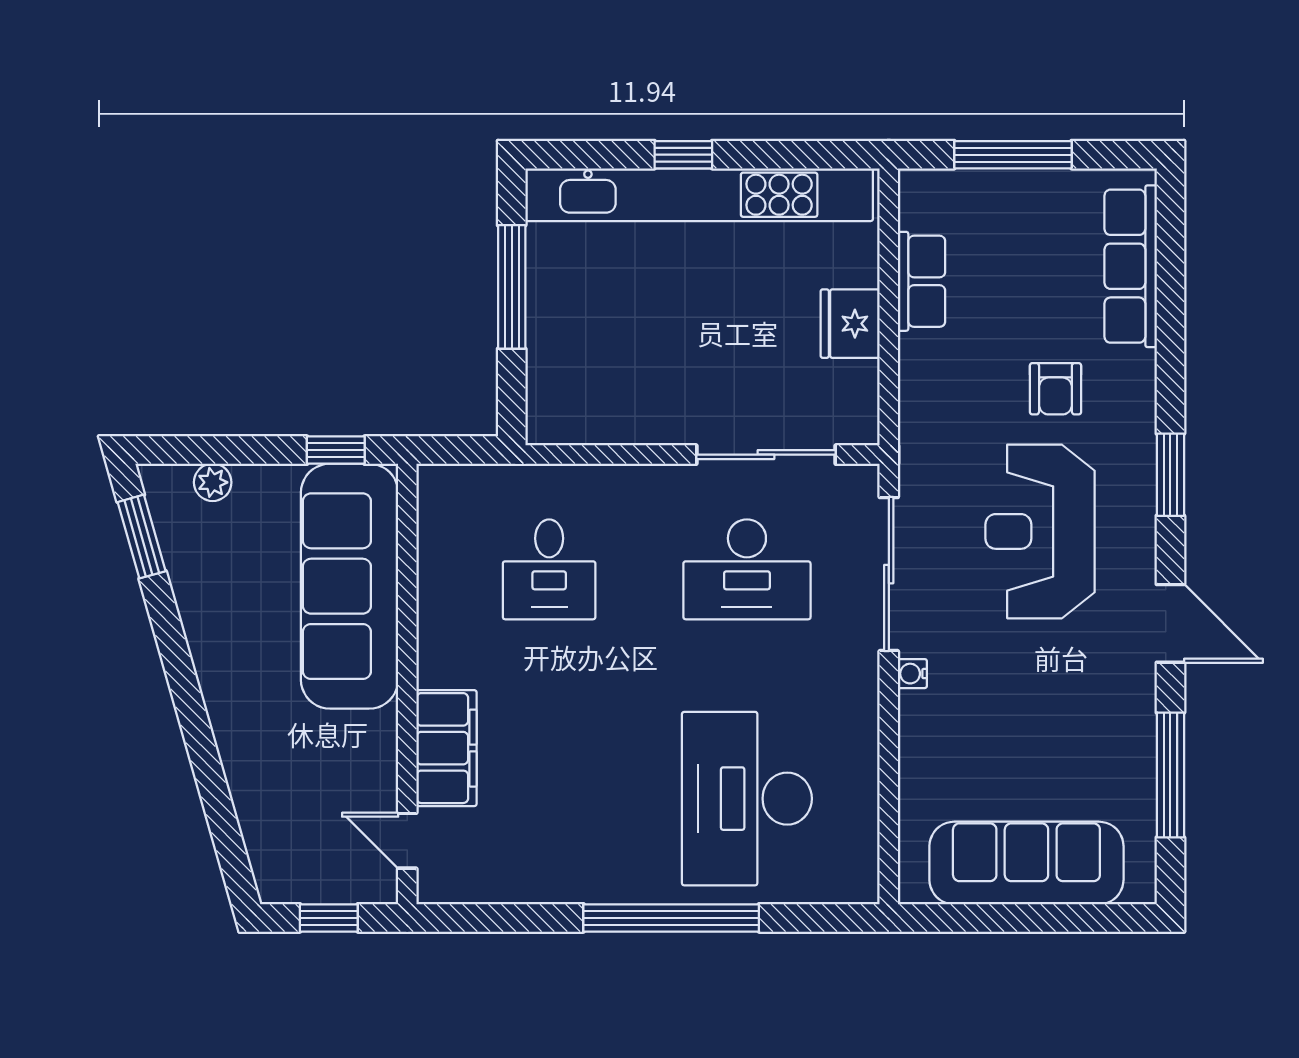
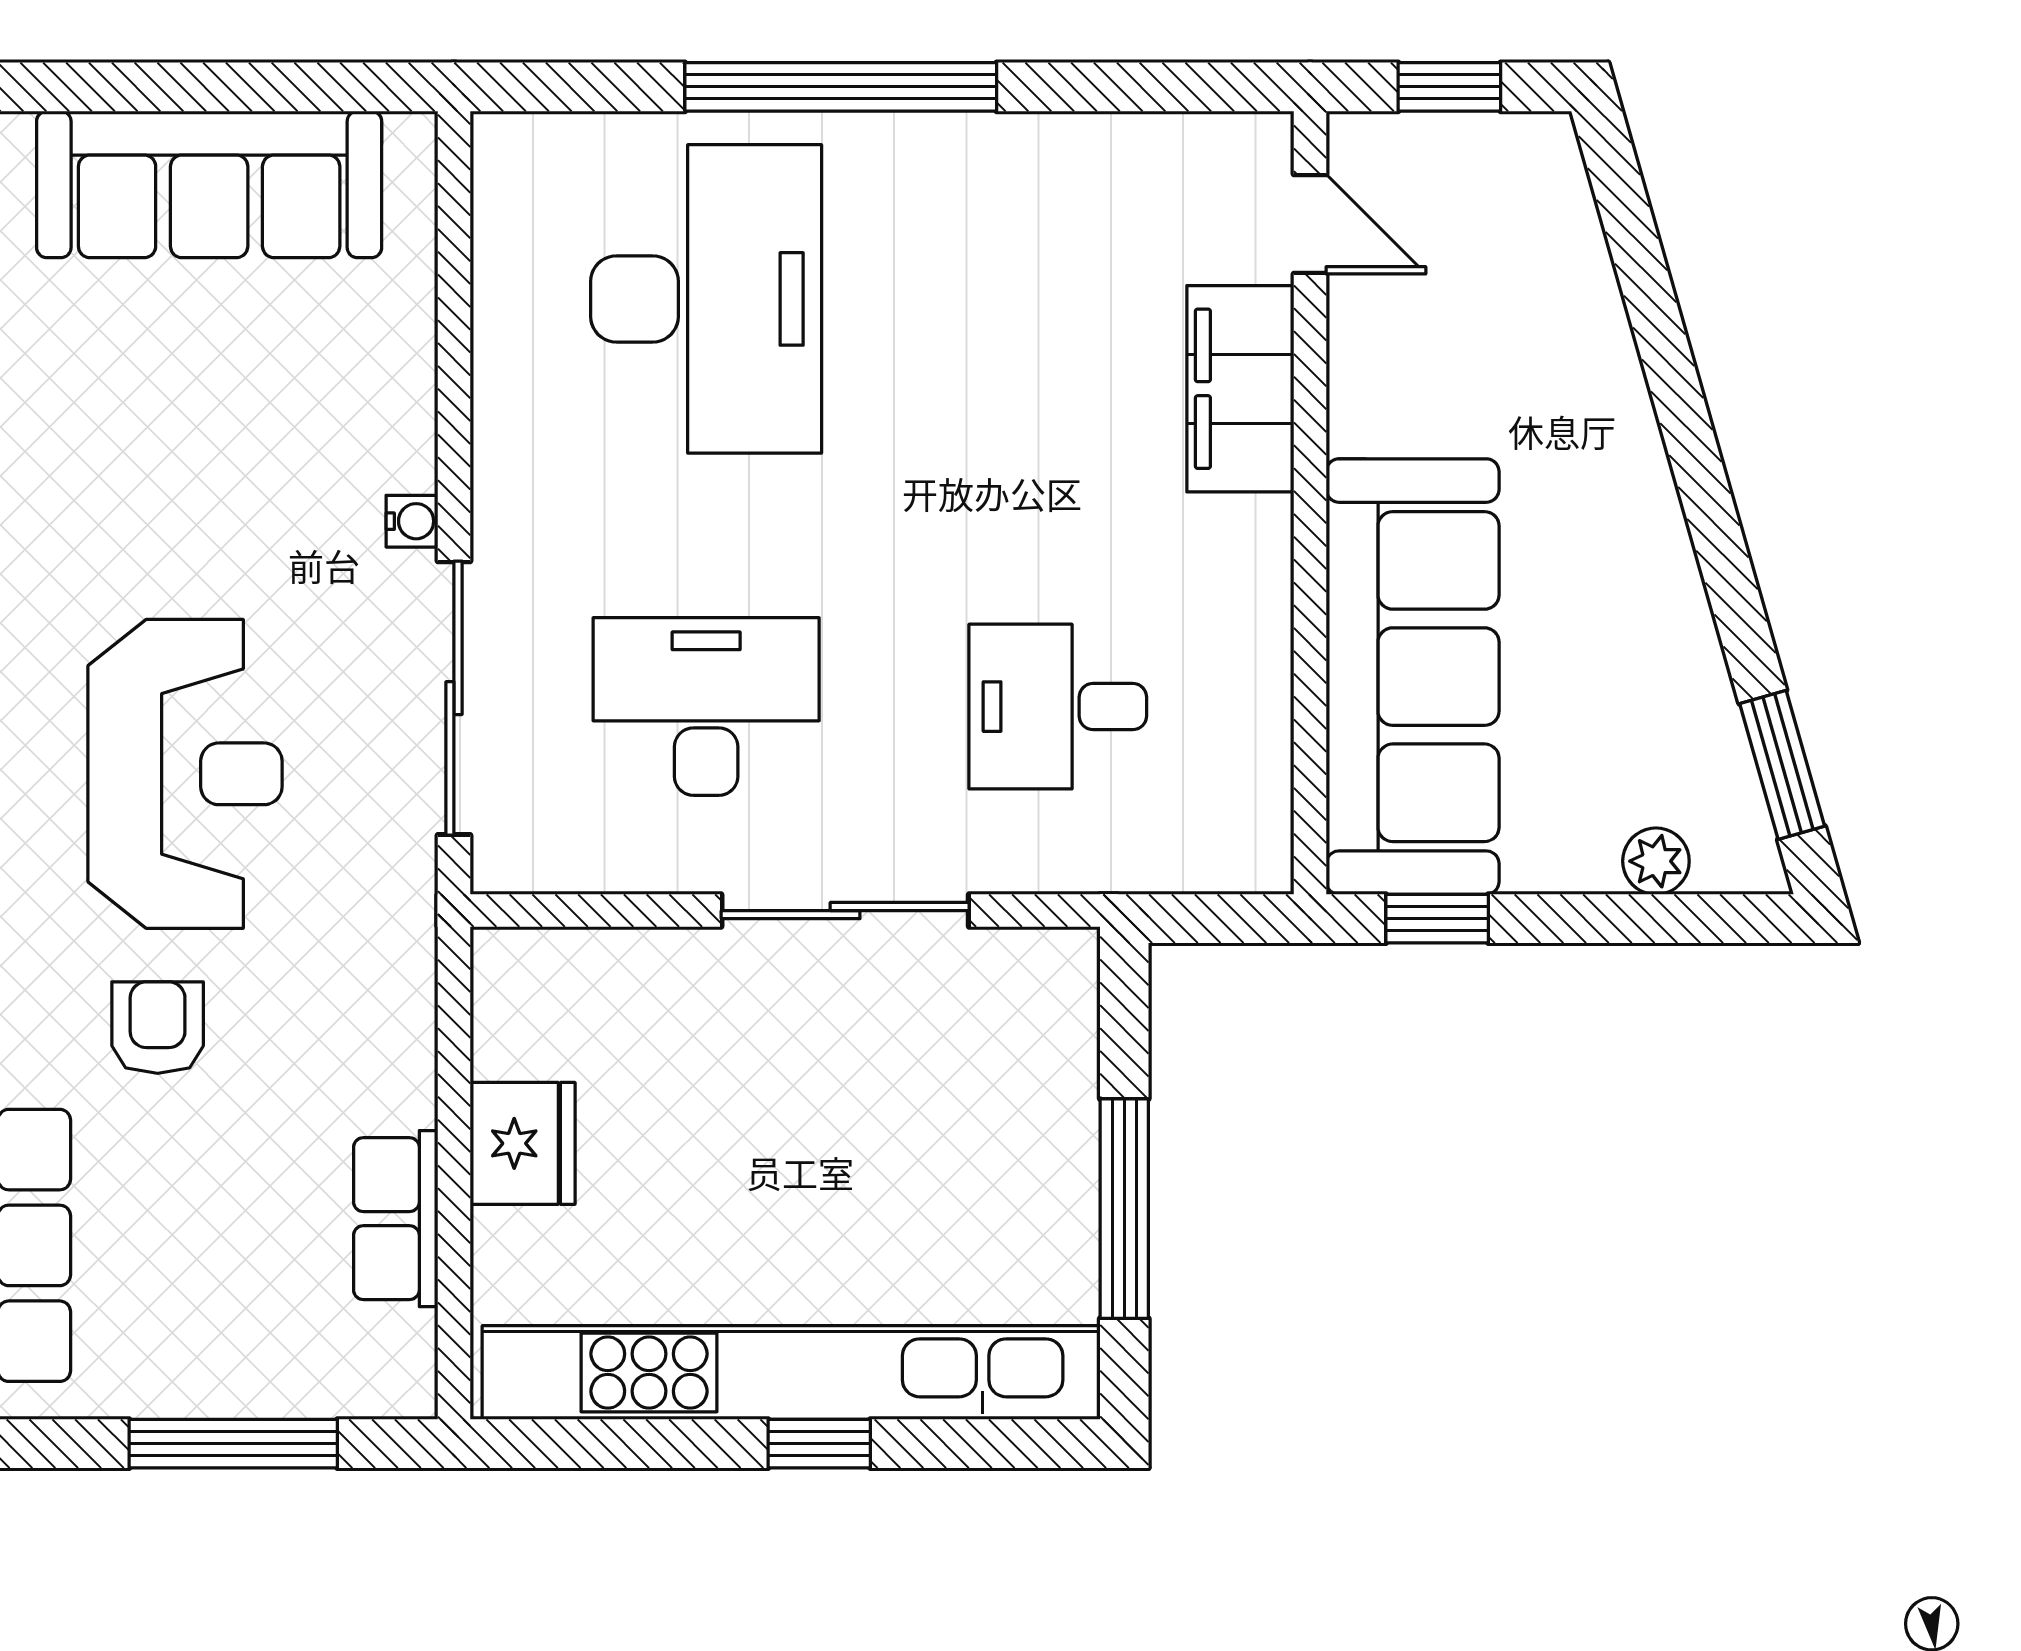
sliding door: (766, 455) -> (845, 911), moved
desk: (549, 569) -> (1058, 707), turned -90

